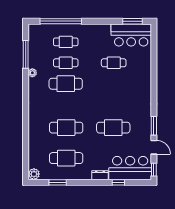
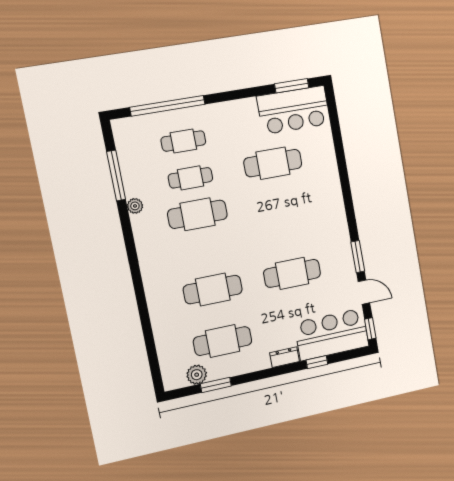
cafe table: (114, 63) -> (273, 163), width x1.37, depth x1.35
plant: (34, 174) -> (197, 375), moved

